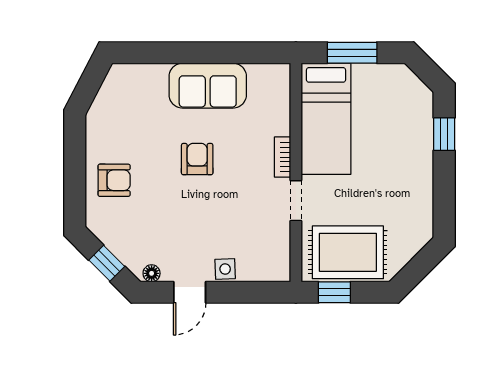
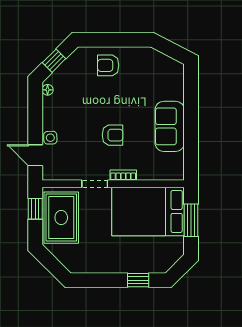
bed: (326, 119) -> (148, 211), width x1.50
armchair: (197, 159) -> (113, 135), moved
armchair: (114, 180) -> (108, 65), turned 90
door: (190, 292) -> (35, 155), moved

